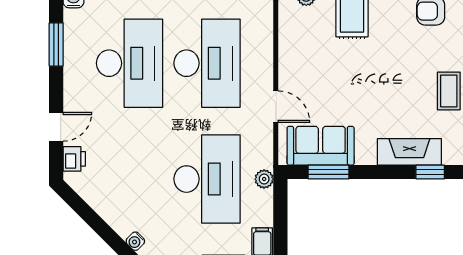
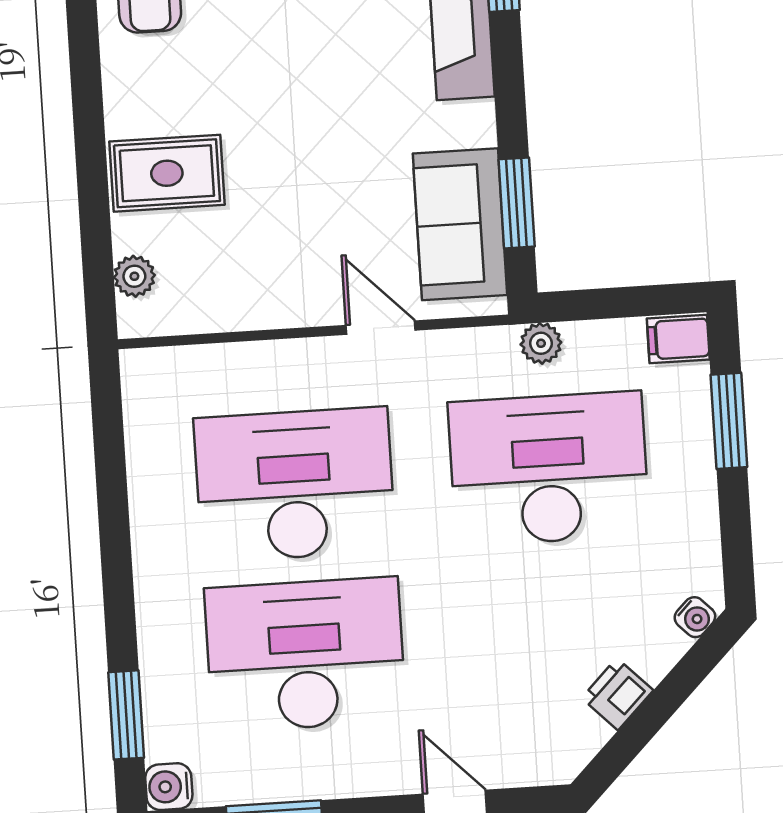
door: (276, 107) -> (381, 328), hinge flipped
printer: (74, 159) -> (617, 694), moved, turned -45

